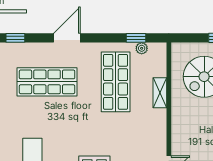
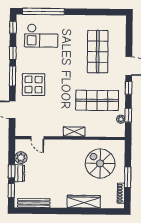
window: (15, 38) -> (129, 88), moved
shelving: (160, 93) -> (74, 132), moved

